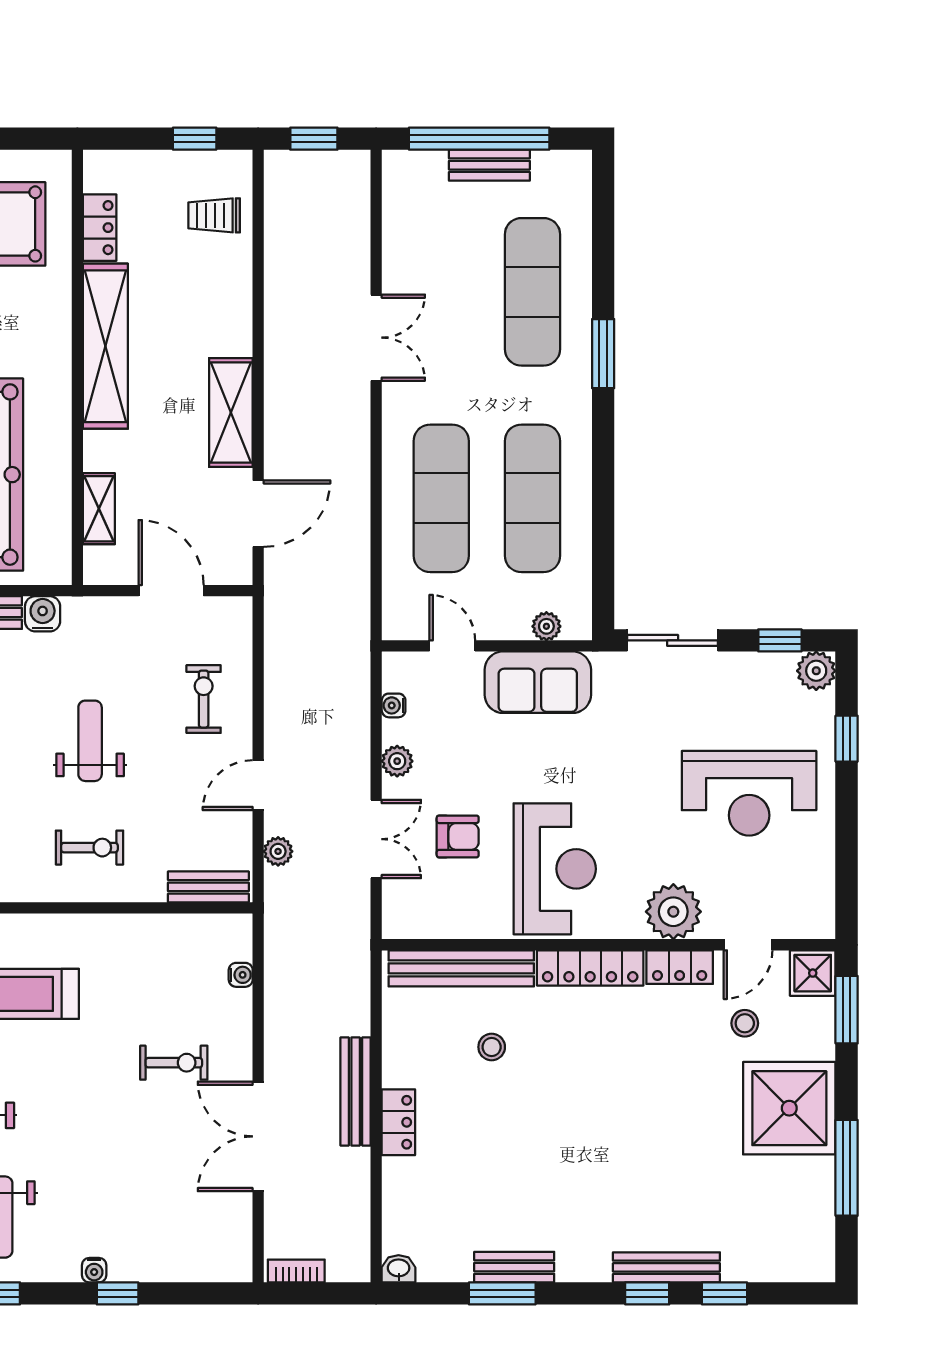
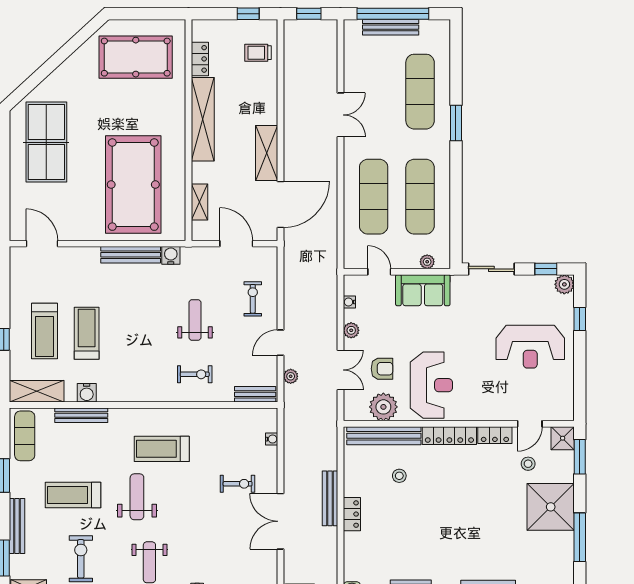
bench: (489, 165) -> (391, 27), width x1.36
door: (258, 514) -> (280, 204), width x1.36
plant: (673, 912) -> (383, 407), moved

